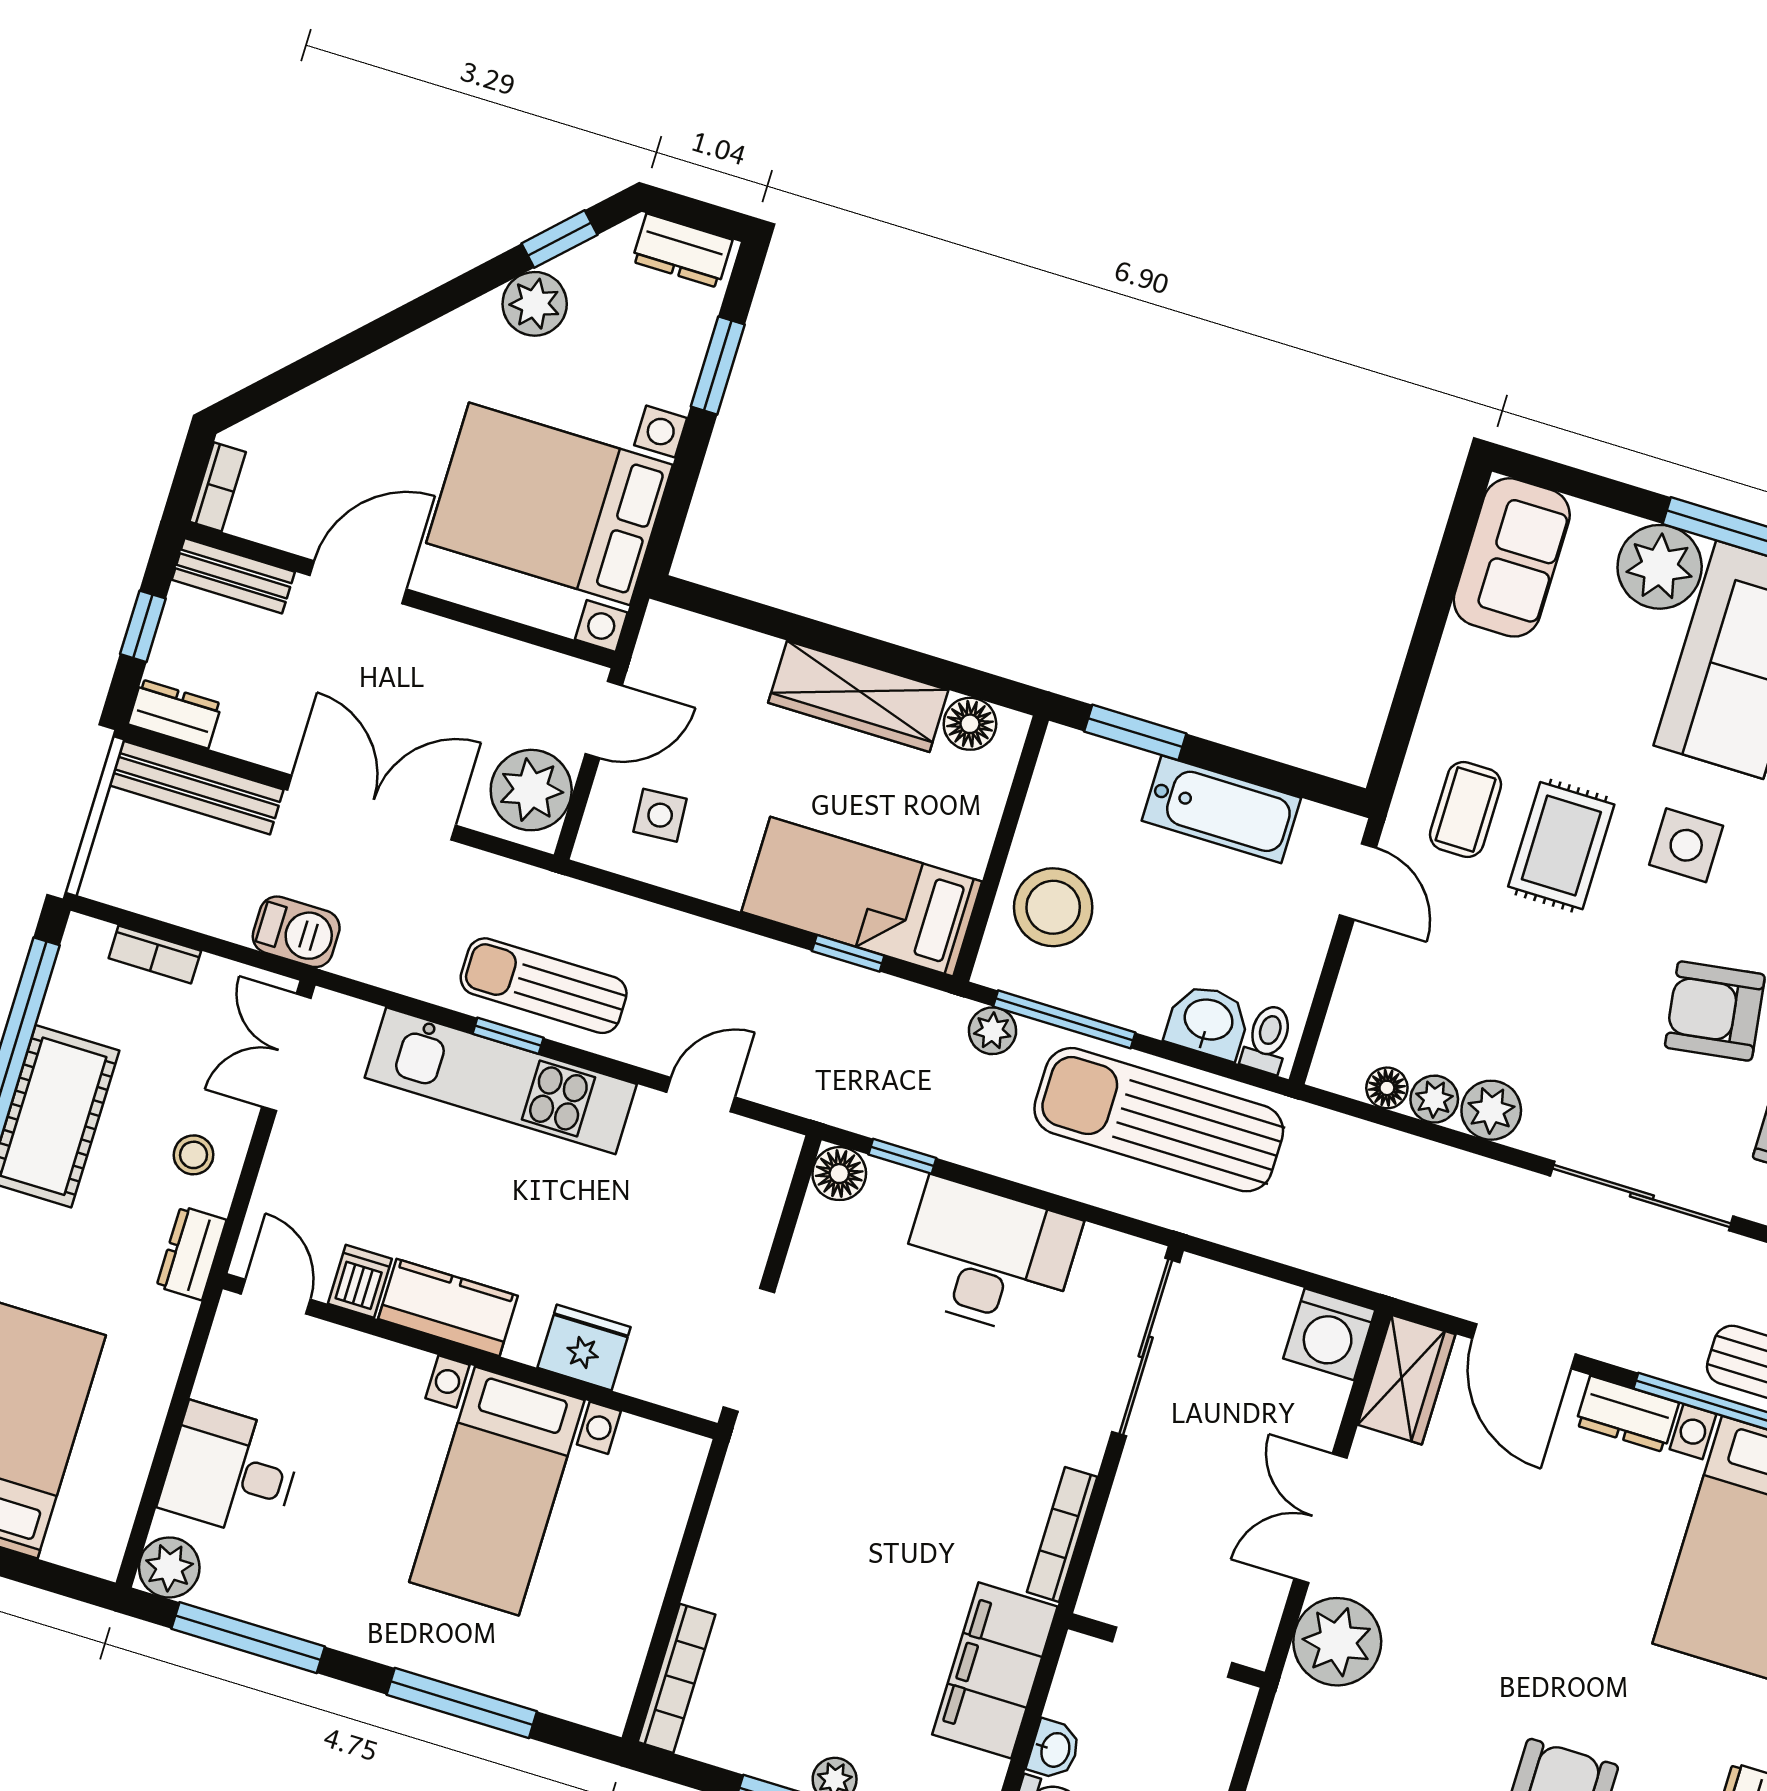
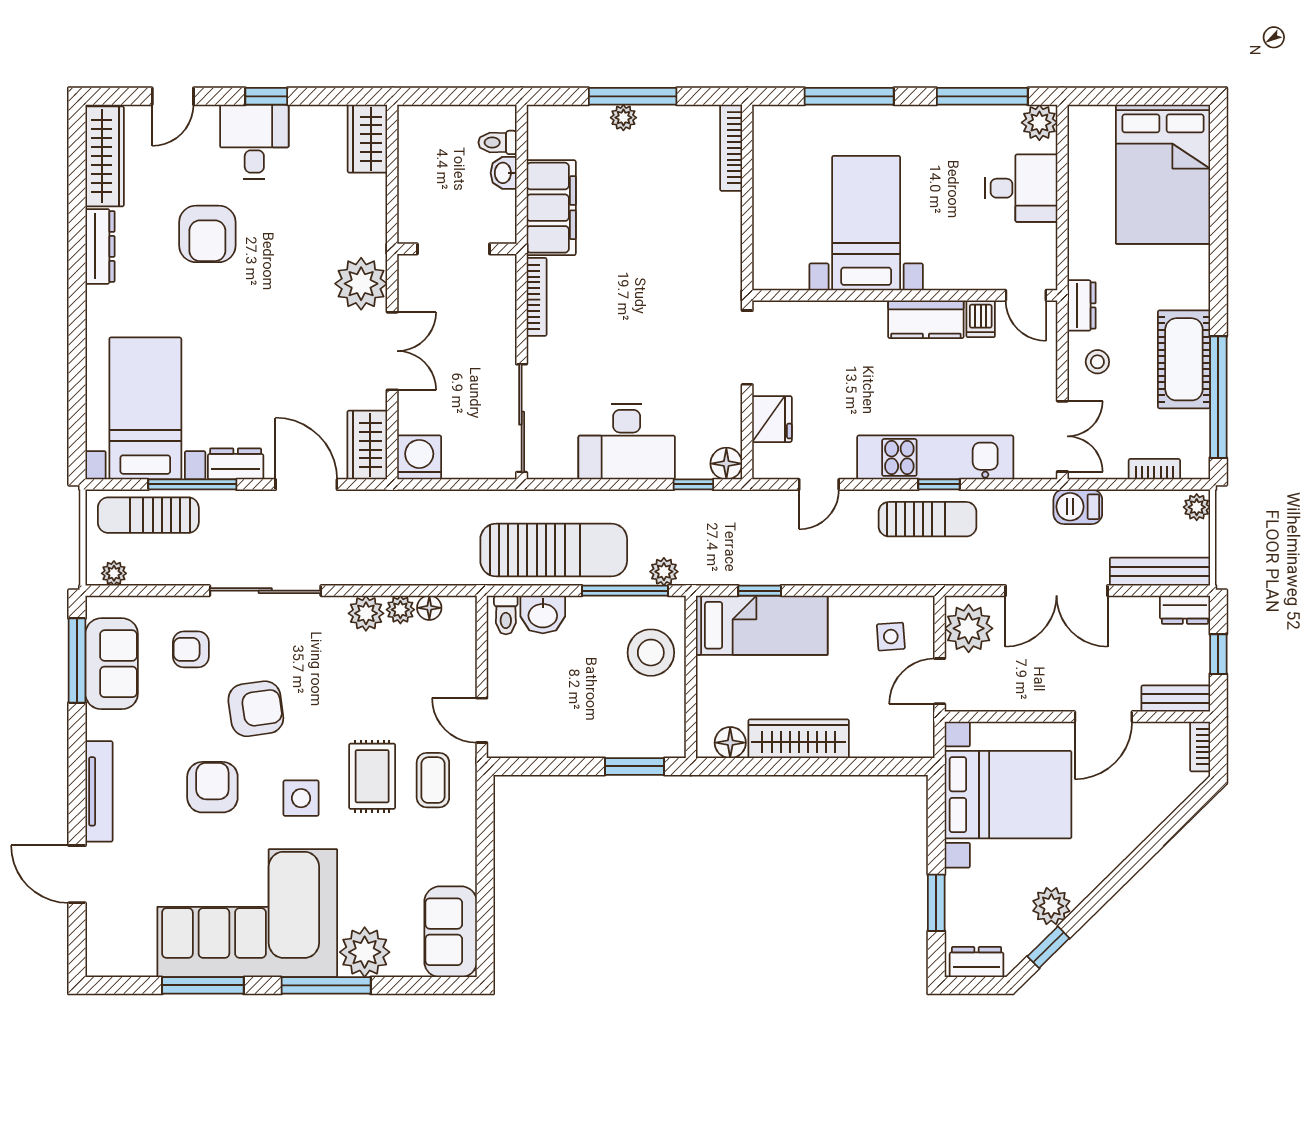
bathtub: (1221, 809) -> (572, 738), removed
plant: (105, 873) -> (1197, 507), added
fridge: (584, 1347) -> (772, 419), moved, turned -90

